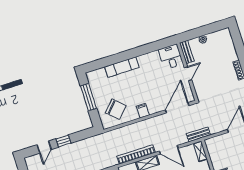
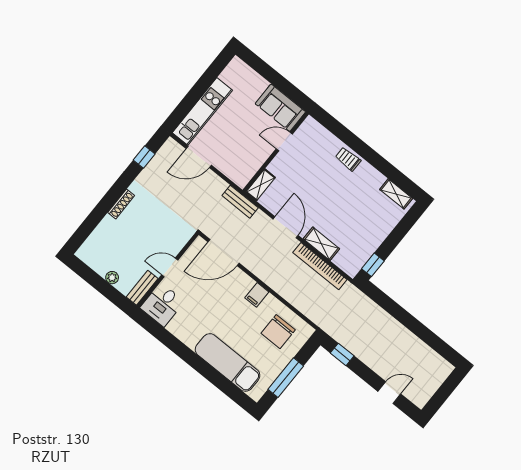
exam couch: (122, 67) -> (228, 362), width x1.36, depth x1.45
chair: (116, 109) -> (278, 332), turned -133
window: (63, 141) -> (342, 354), moved

